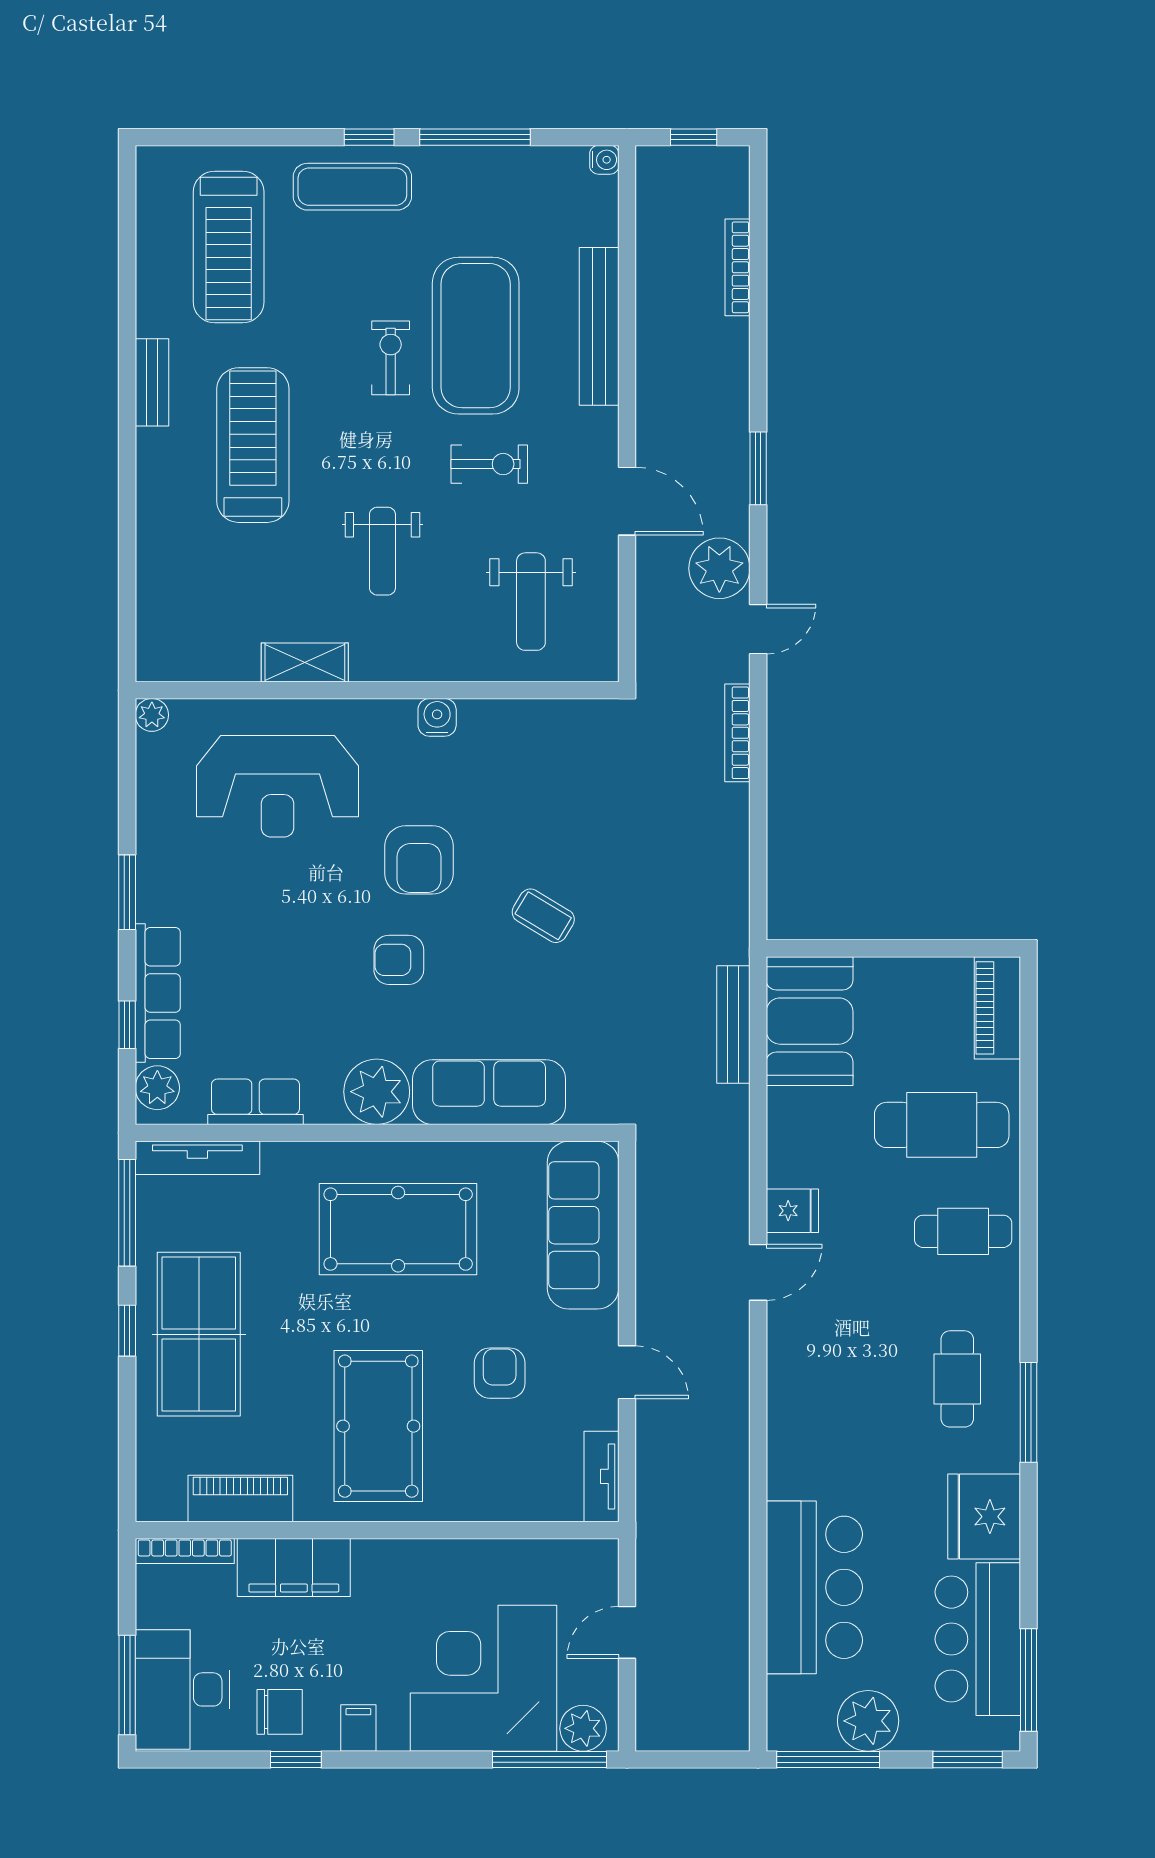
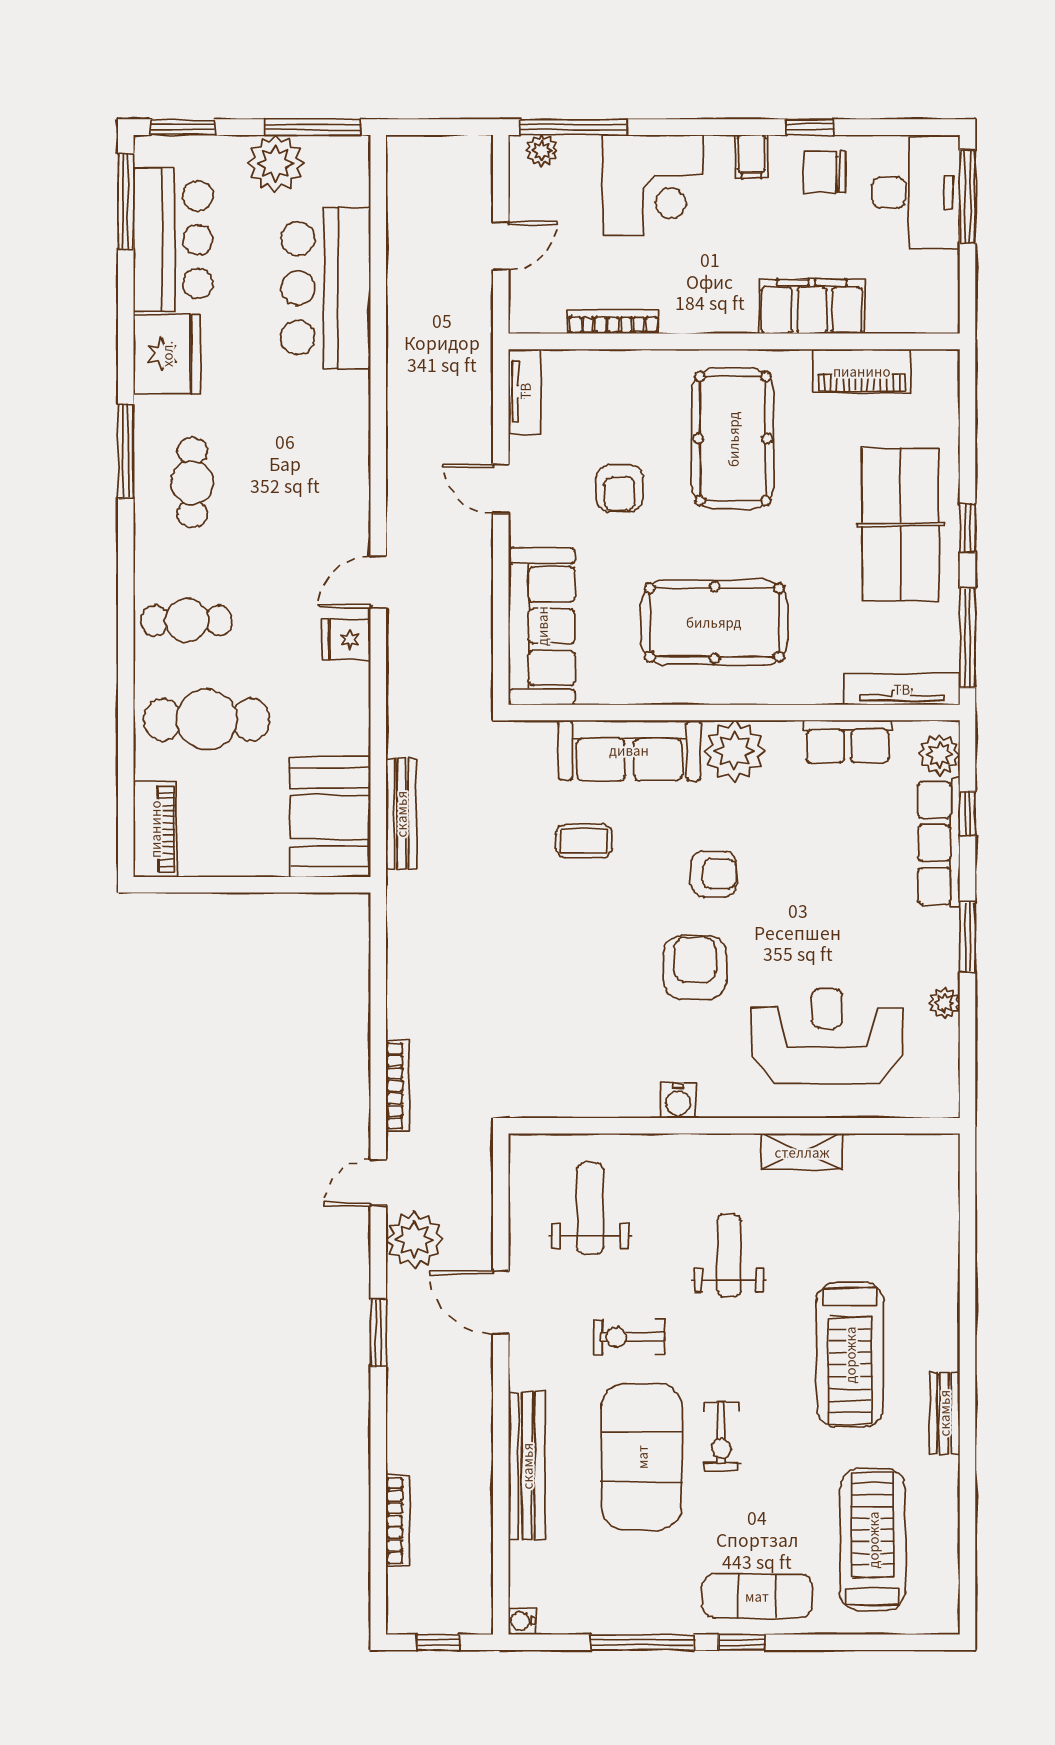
plant: (152, 715) -> (944, 1003), moved
coffee table: (543, 916) -> (584, 841), moved, turned -31
bookcase: (185, 1551) -> (613, 322), moved
corner desk: (484, 1678) -> (653, 185), width x0.74, depth x0.74
plant: (583, 1728) -> (542, 150), width x0.73, depth x0.73

